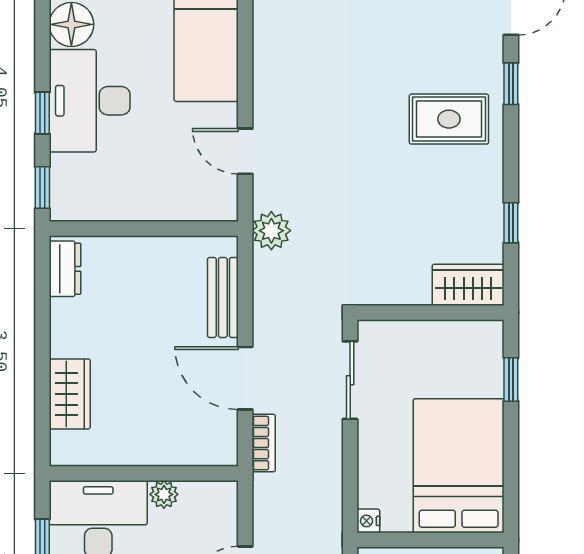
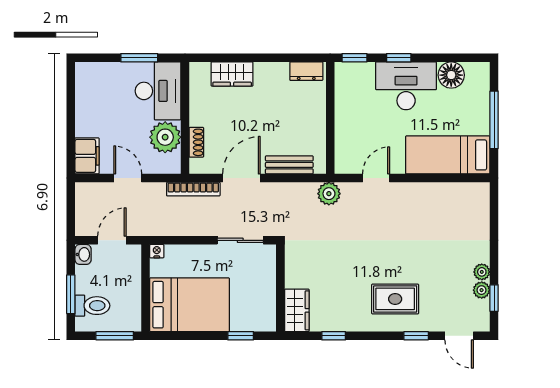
rug: (449, 119) -> (395, 299), turned 90
bookcase: (264, 443) -> (193, 189), width x1.56
shoe rack: (185, 454) -> (196, 142), added
plant: (164, 494) -> (165, 137), width x1.88, depth x1.88

